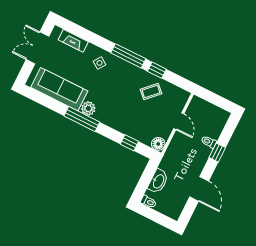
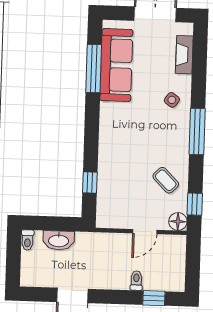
window: (157, 70) -> (195, 204), moved
plant: (88, 108) -> (109, 112), removed
window: (82, 119) -> (94, 69), moved
floor lamp: (158, 144) -> (178, 221), moved
window: (217, 153) -> (154, 298), moved

